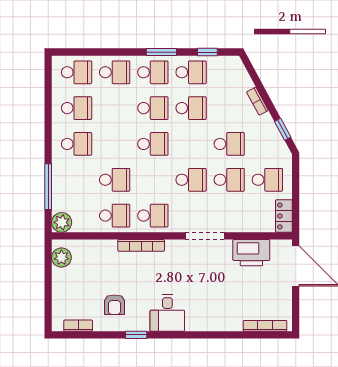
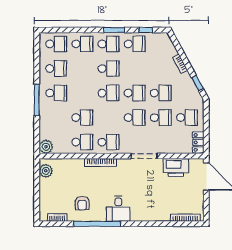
school desk: (191, 108) -> (135, 93), moved
window: (48, 187) -> (37, 100), moved
window: (136, 335) -> (97, 224), width x3.17

